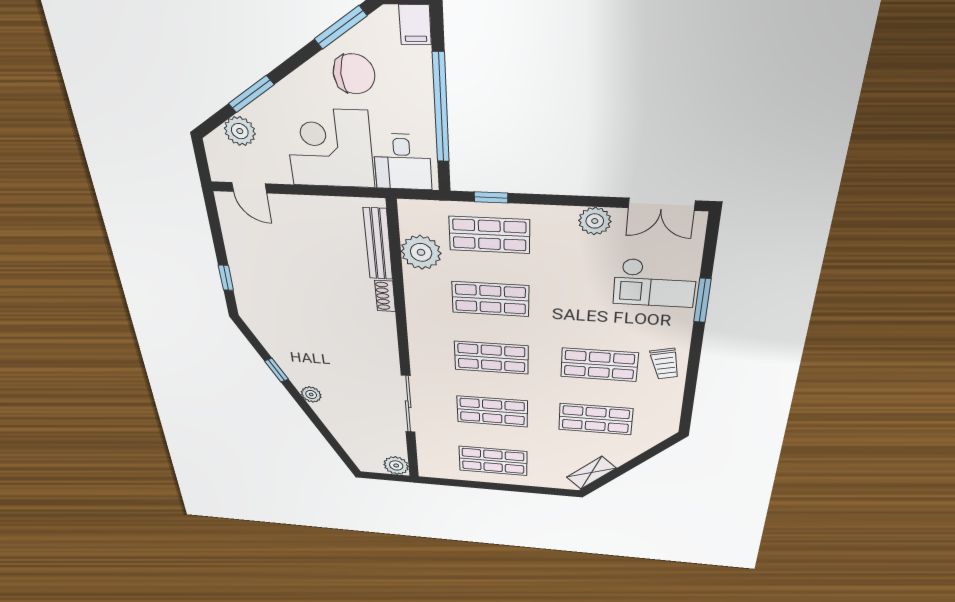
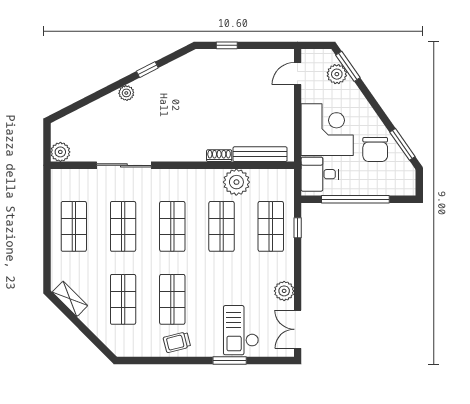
filing cabinet: (415, 25) -> (404, 187), removed
window: (251, 94) -> (348, 66), moved
plant: (421, 252) -> (236, 182), moved

